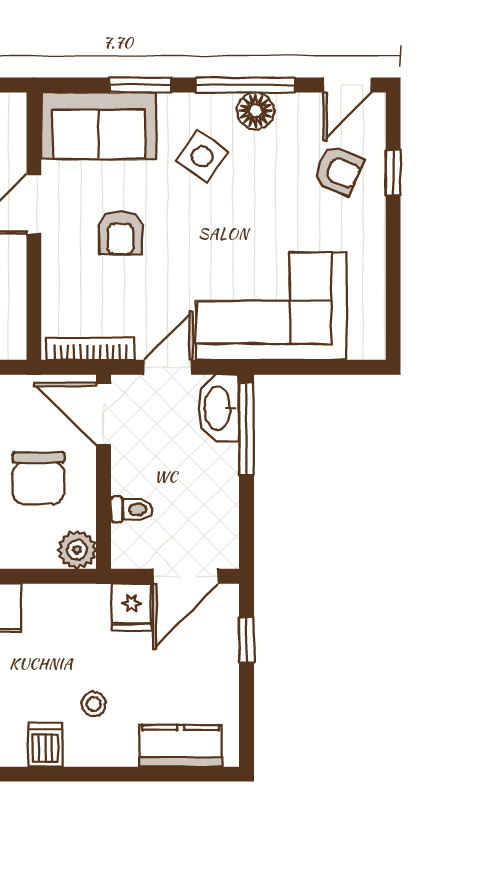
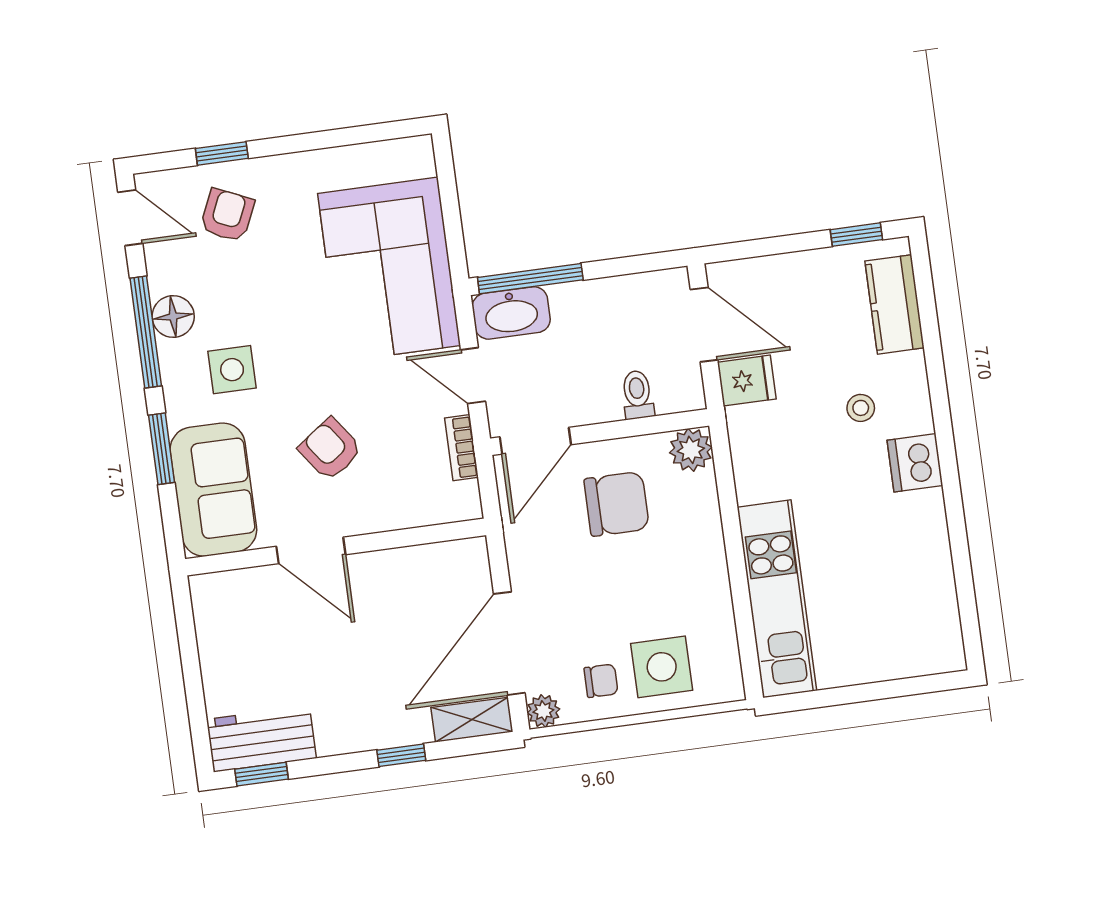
side table: (202, 156) -> (232, 370), turned -35
armchair: (120, 233) -> (330, 449), turned -126
bookcase: (90, 349) -> (462, 448), width x0.64
window: (247, 640) -> (856, 235), moved
dishwasher: (45, 745) -> (915, 463), width x1.38

